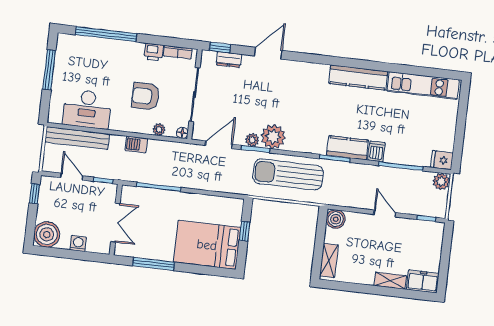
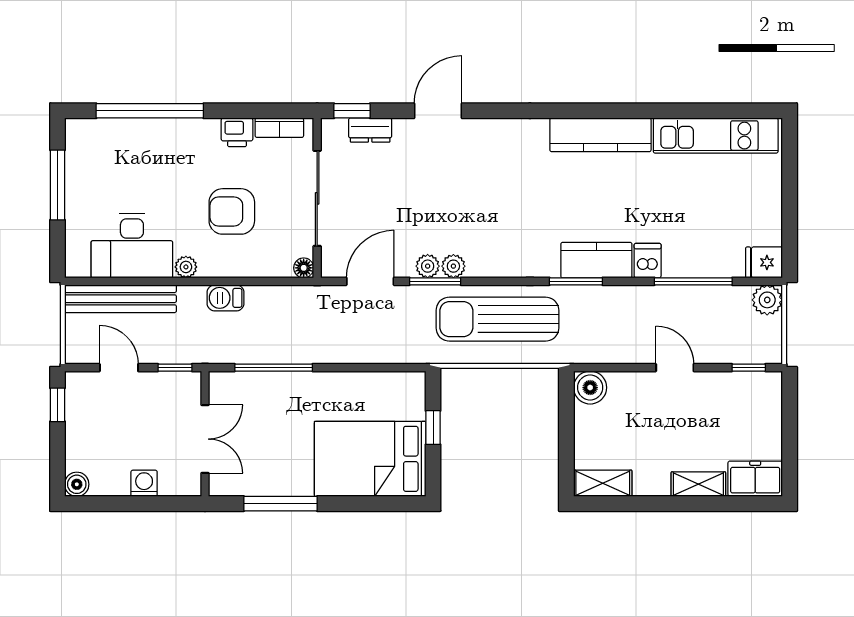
plant: (159, 130) -> (186, 267), moved
plant: (273, 137) -> (453, 266), width x0.53, depth x0.53
boiler: (47, 234) -> (77, 484), width x0.54, depth x0.54
shelving: (329, 261) -> (603, 483), moved, turned 90

